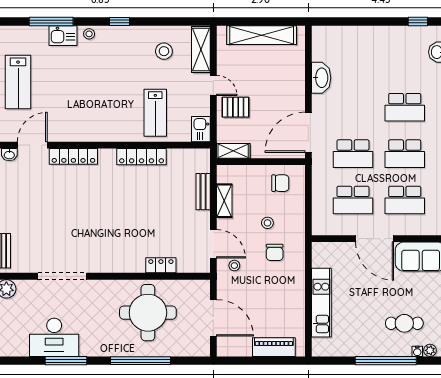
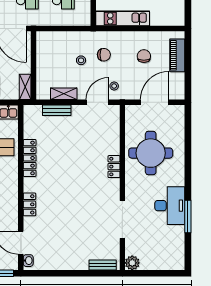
locker: (73, 156) -> (29, 204), width x0.66
chair: (280, 183) -> (144, 56), moved
locker: (161, 265) -> (114, 167), moved
kitchen unit: (321, 303) -> (123, 18), moved
desk: (54, 337) -> (170, 206), moved
window: (141, 361) -> (188, 159), removed

